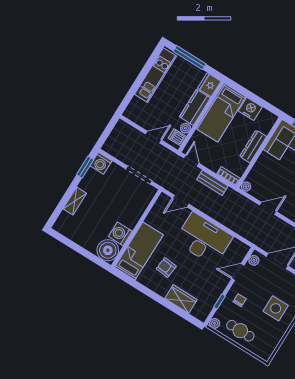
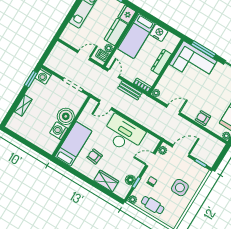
boiler: (108, 250) -> (66, 116), moved
floor lamp: (212, 298) -> (130, 180), added

